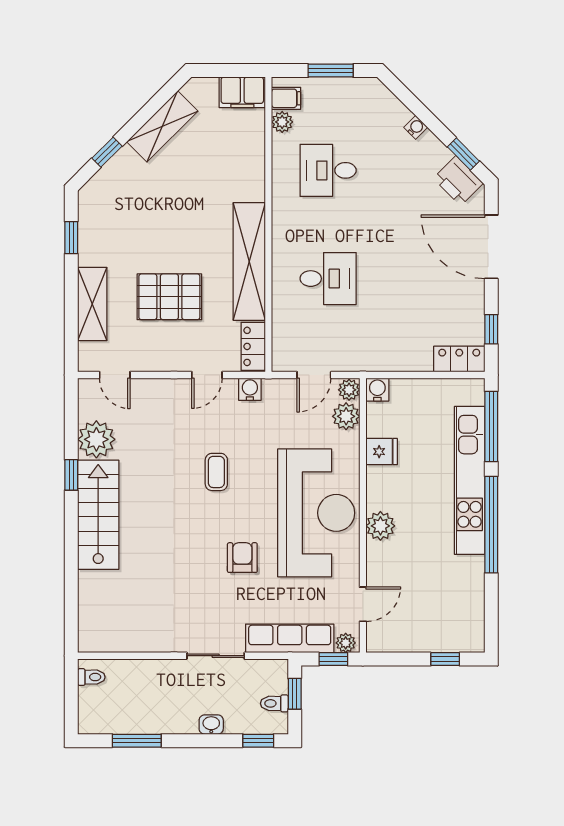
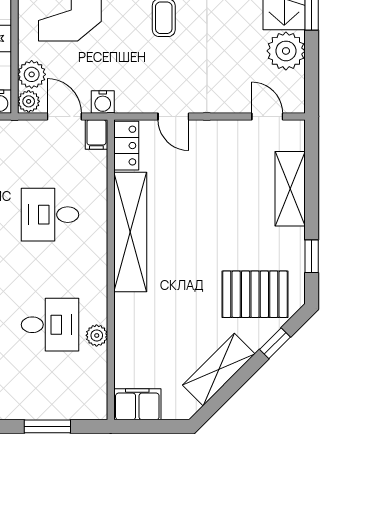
filing cabinet: (286, 98) -> (96, 134), moved, turned -90
plant: (282, 122) -> (97, 335), moved
pallet: (169, 297) -> (255, 294), moved
door: (207, 375) -> (173, 116), swing flipped
door: (314, 375) -> (64, 116), hinge flipped
water cooler: (250, 389) -> (103, 102), moved

